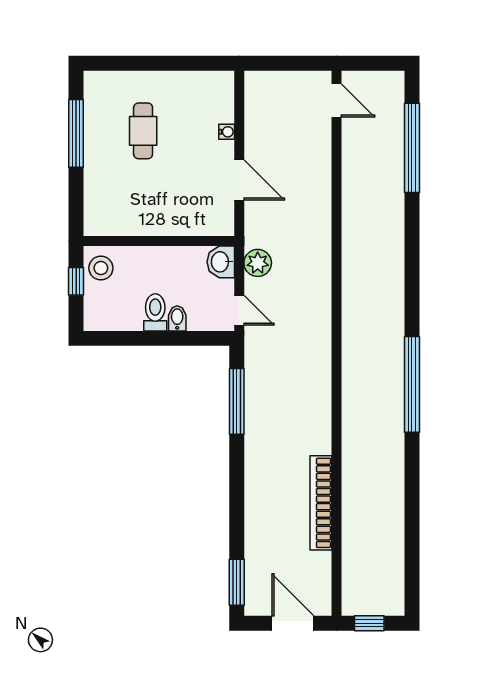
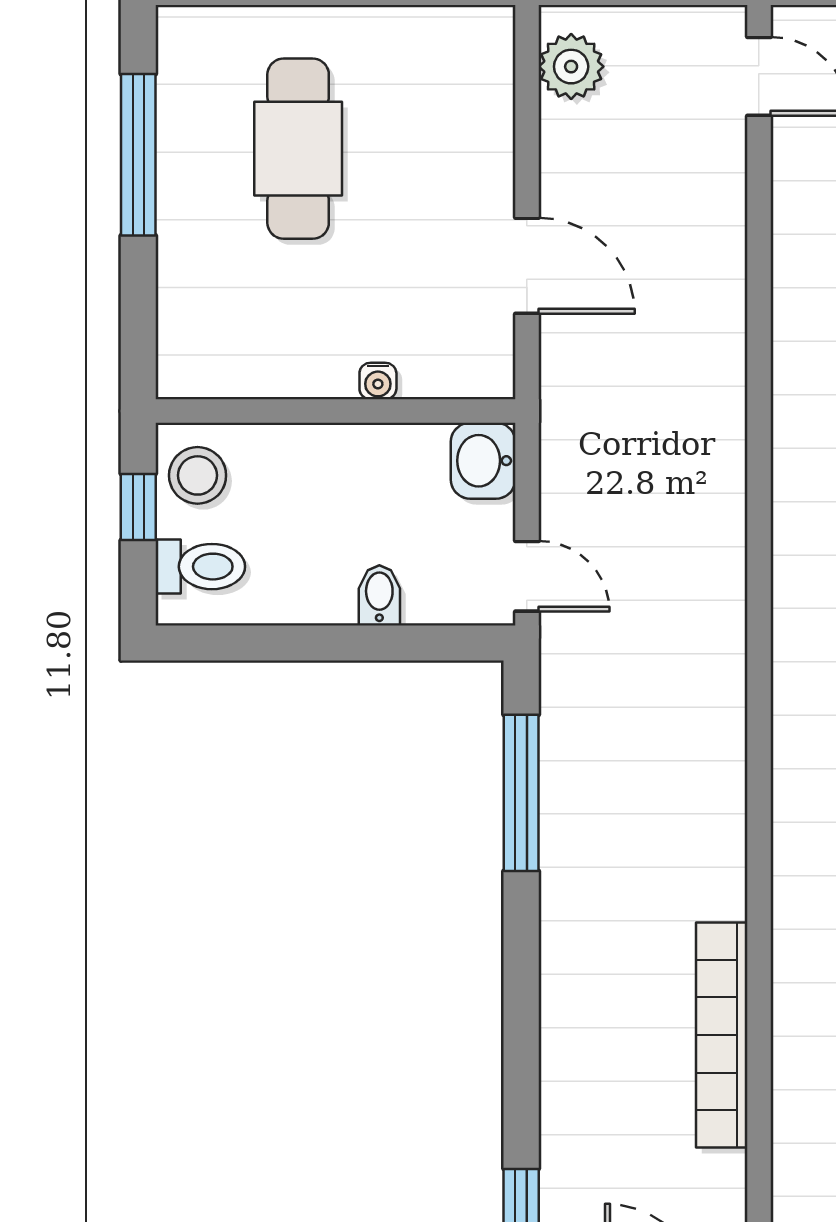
cafe table: (143, 131) -> (298, 149), width x1.37, depth x1.35
water cooler: (227, 132) -> (378, 381), moved, turned 90
plant: (258, 263) -> (571, 67), moved
toilet: (155, 312) -> (200, 567), moved, turned 90

